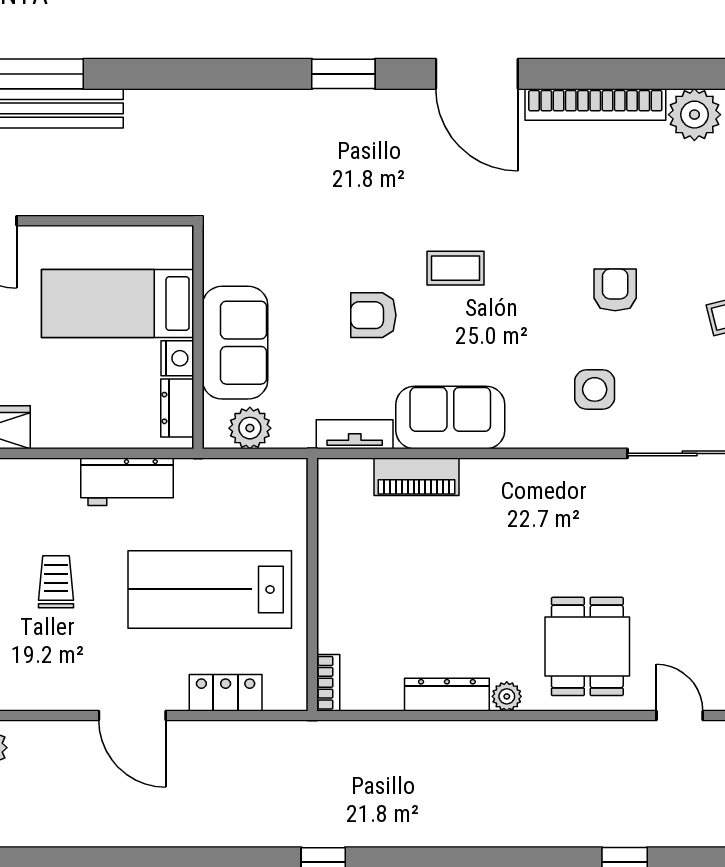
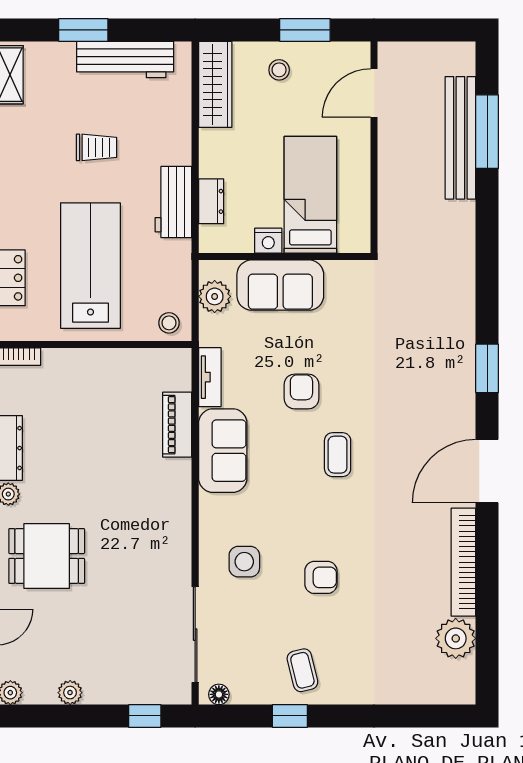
dresser: (177, 408) -> (211, 201), moved, turned 90
stool: (284, 487) -> (169, 323), added

